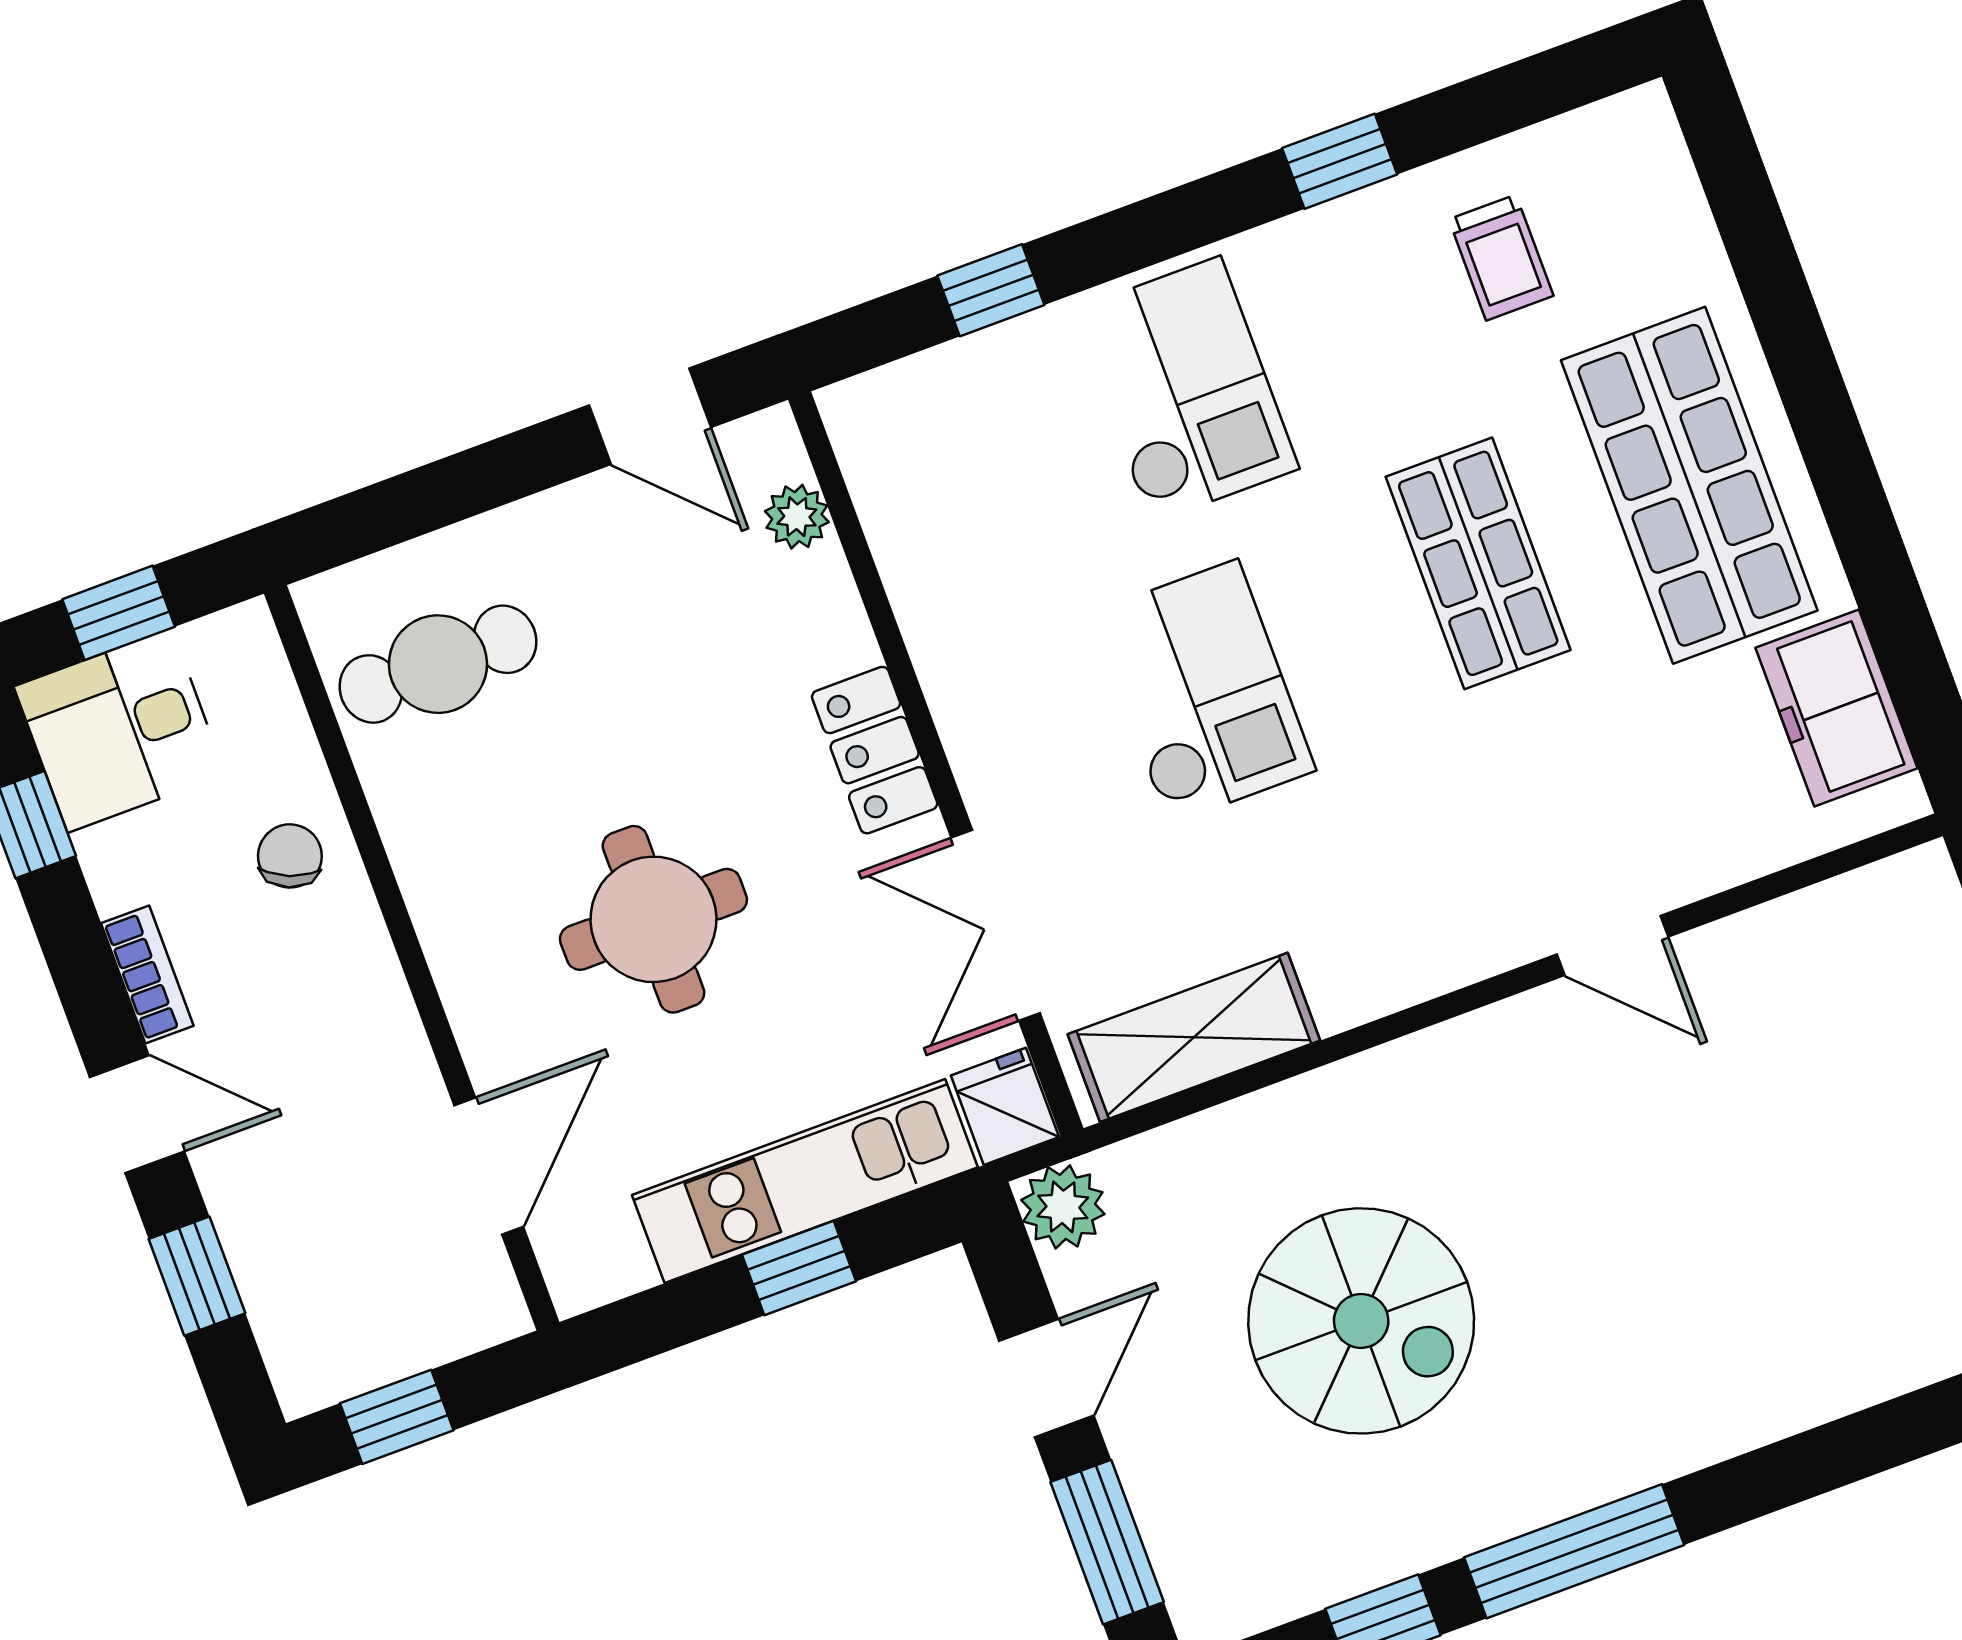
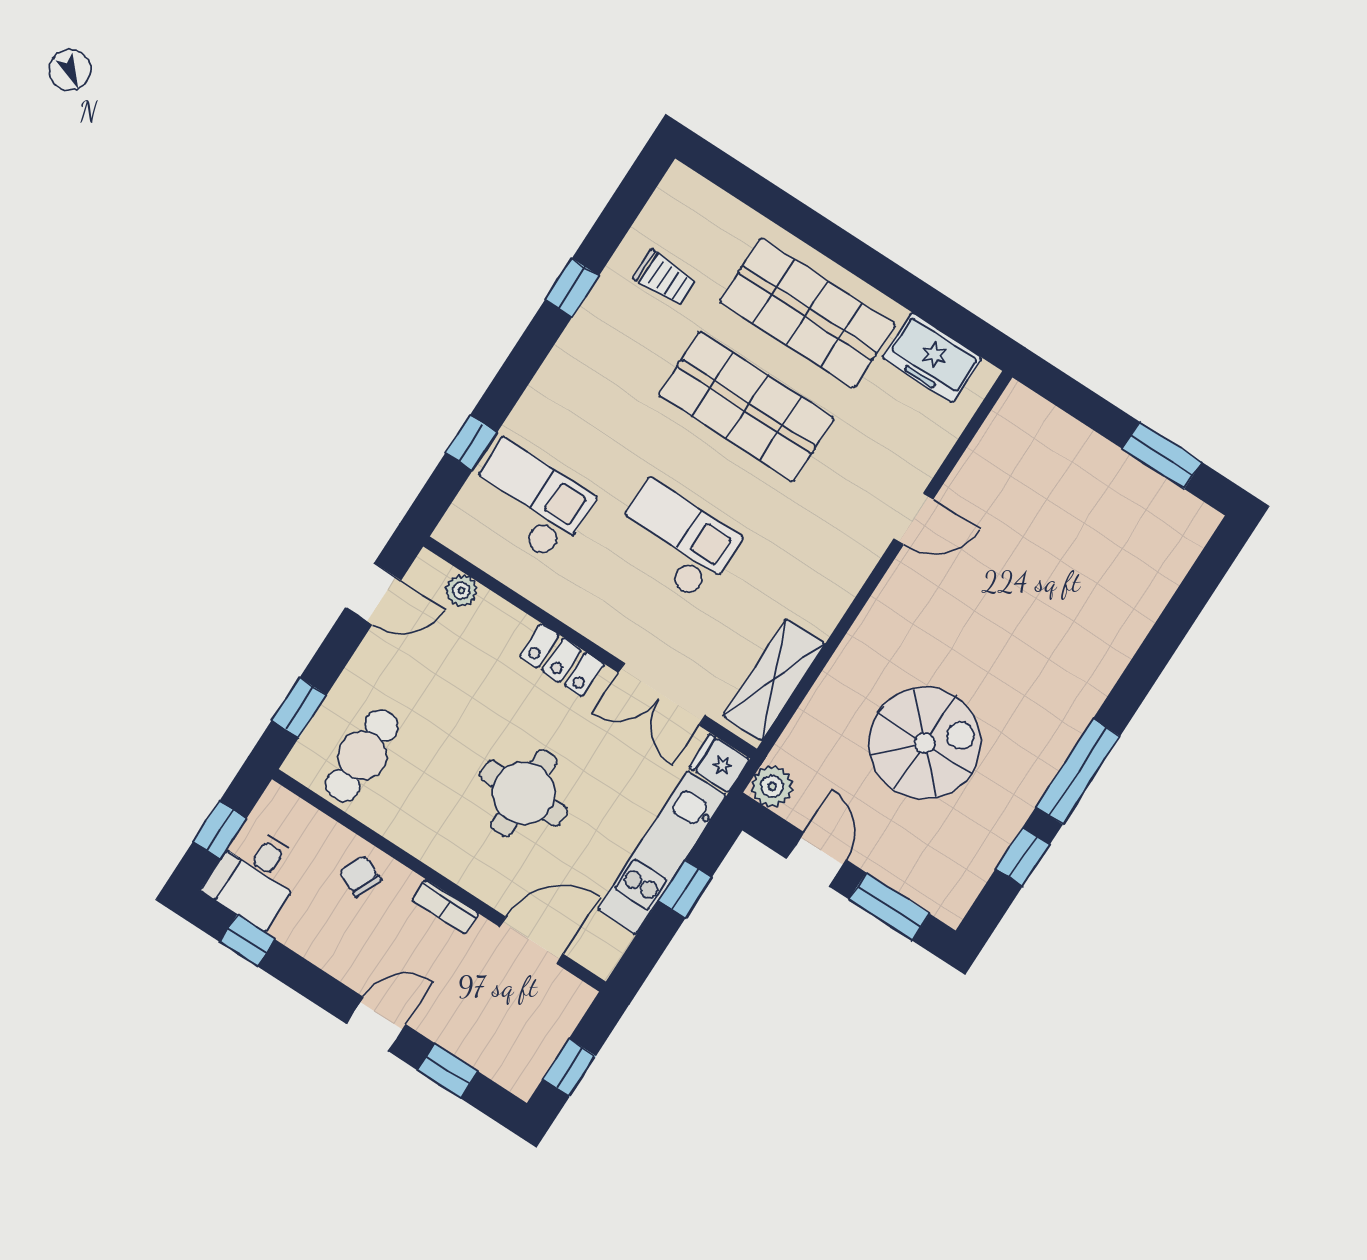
checkout: (1185, 390) -> (529, 500), moved
window: (394, 511) -> (299, 708), added
shop shelf: (1478, 563) -> (746, 407), width x1.43, depth x1.36
bookcase: (147, 974) -> (445, 907), moved, turned 180
door: (489, 1166) -> (531, 940), hinge flipped

